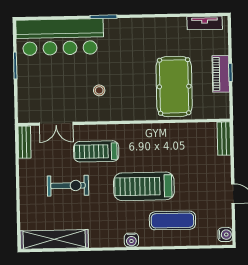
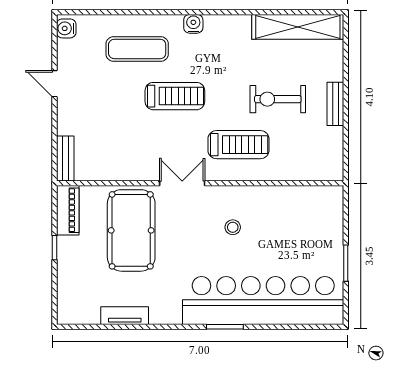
tv unit: (205, 23) -> (125, 316), moved
bar counter: (60, 37) -> (263, 301), width x1.36
piano: (221, 74) -> (68, 210), moved
double door: (56, 124) -> (182, 183), moved
bench: (24, 142) -> (335, 104), moved
treadmill: (144, 186) -> (175, 96), width x0.73, depth x0.73

